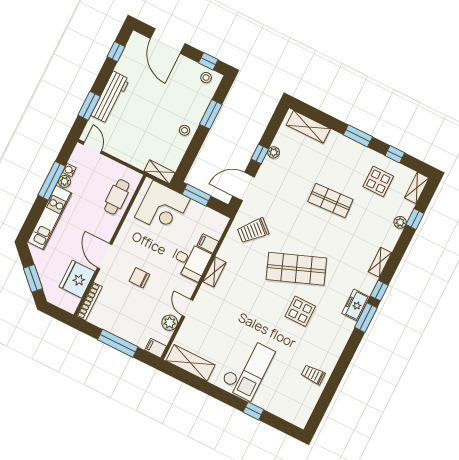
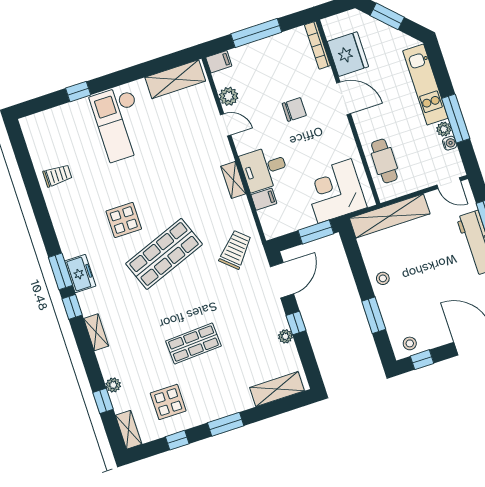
shelving: (160, 172) -> (390, 216), width x2.20, depth x1.33

